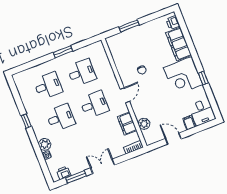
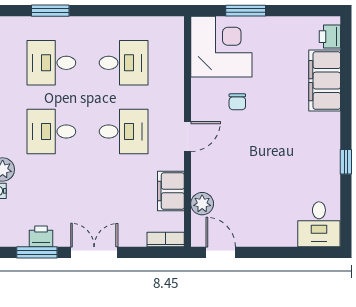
window: (63, 52) -> (50, 11), moved
corner desk: (183, 76) -> (221, 47), moved, turned 180
desk: (48, 86) -> (51, 63), turned 180
desk: (61, 118) -> (51, 132), turned 180
filing cabinet: (189, 123) -> (287, 234), removed
door: (173, 139) -> (221, 252), moved
printer: (64, 173) -> (41, 236), moved

